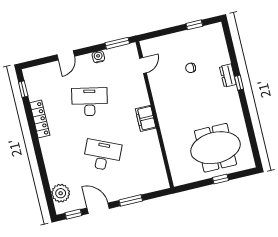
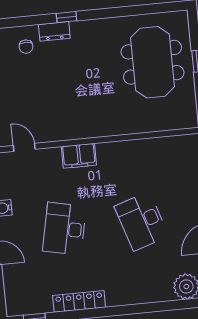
chair: (191, 68) -> (26, 47), moved
filing cabinet: (146, 118) -> (79, 156), moved
desk: (102, 155) -> (141, 221), turned -42

